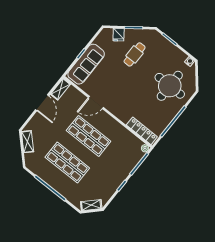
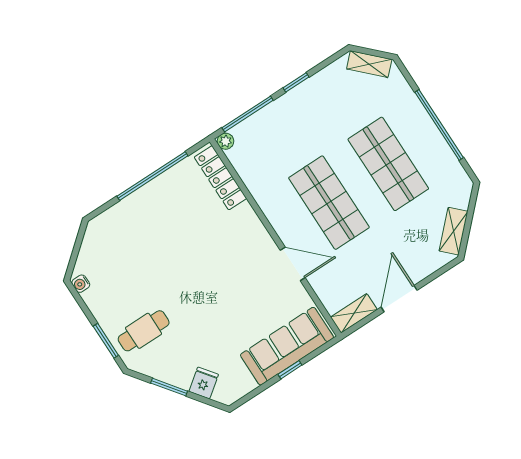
cafe table: (135, 54) -> (144, 331), moved
round table: (170, 86) -> (136, 249), removed

